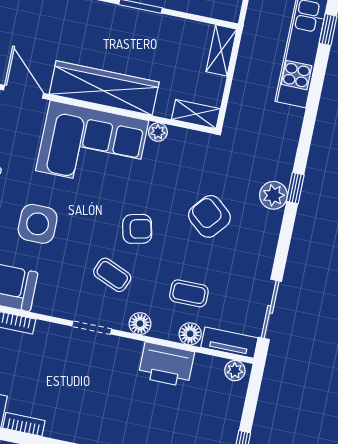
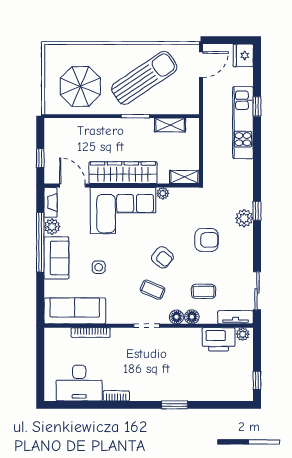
shelving: (221, 50) -> (170, 125), moved, turned 90
armchair: (209, 216) -> (206, 240), turned 140
side table: (38, 224) -> (99, 267), width x0.54, depth x0.54
armchair: (137, 229) -> (162, 257), turned 52
floor lamp: (190, 334) -> (192, 317), moved
printer: (166, 365) -> (219, 339), moved

